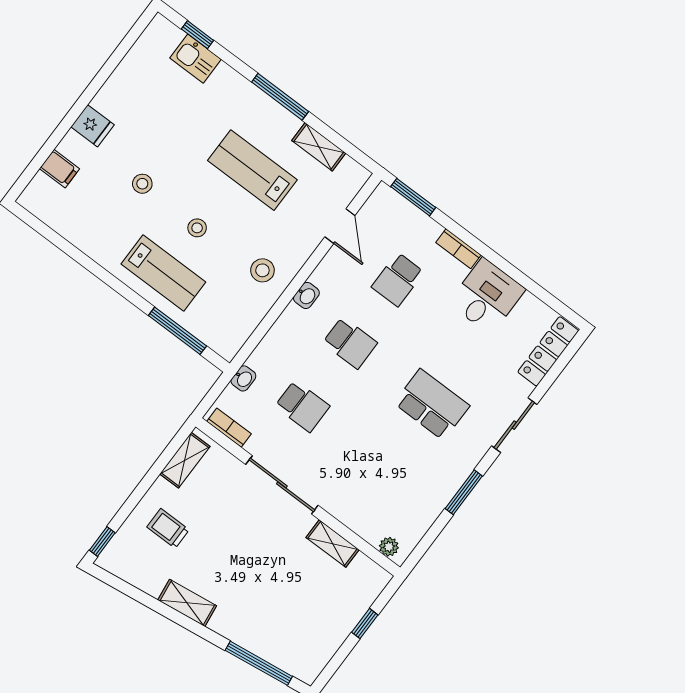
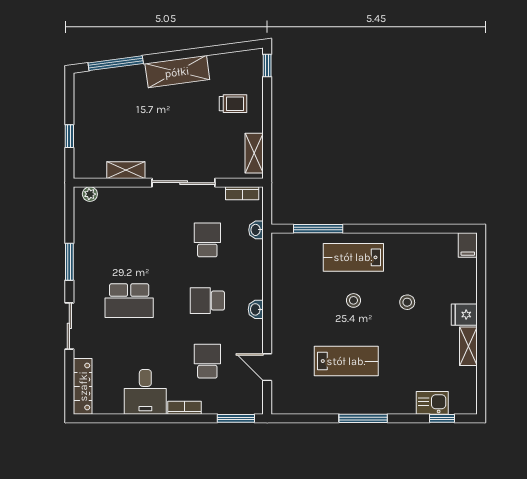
shelving: (319, 147) -> (468, 346), moved, turned 90
filing cabinet: (59, 169) -> (468, 245), moved, turned -90
stool: (262, 270) -> (294, 305), removed
school desk: (302, 406) -> (207, 240), turned 90
shelving: (187, 603) -> (177, 72), width x1.50, depth x1.33

